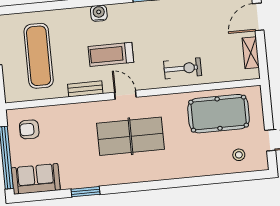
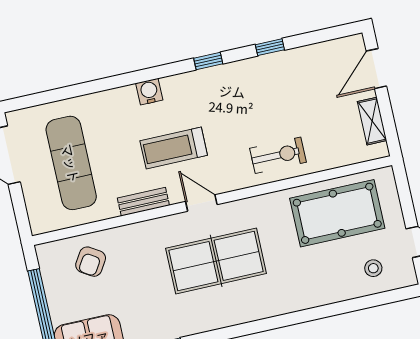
armchair: (29, 129) -> (91, 262), moved, turned -58

